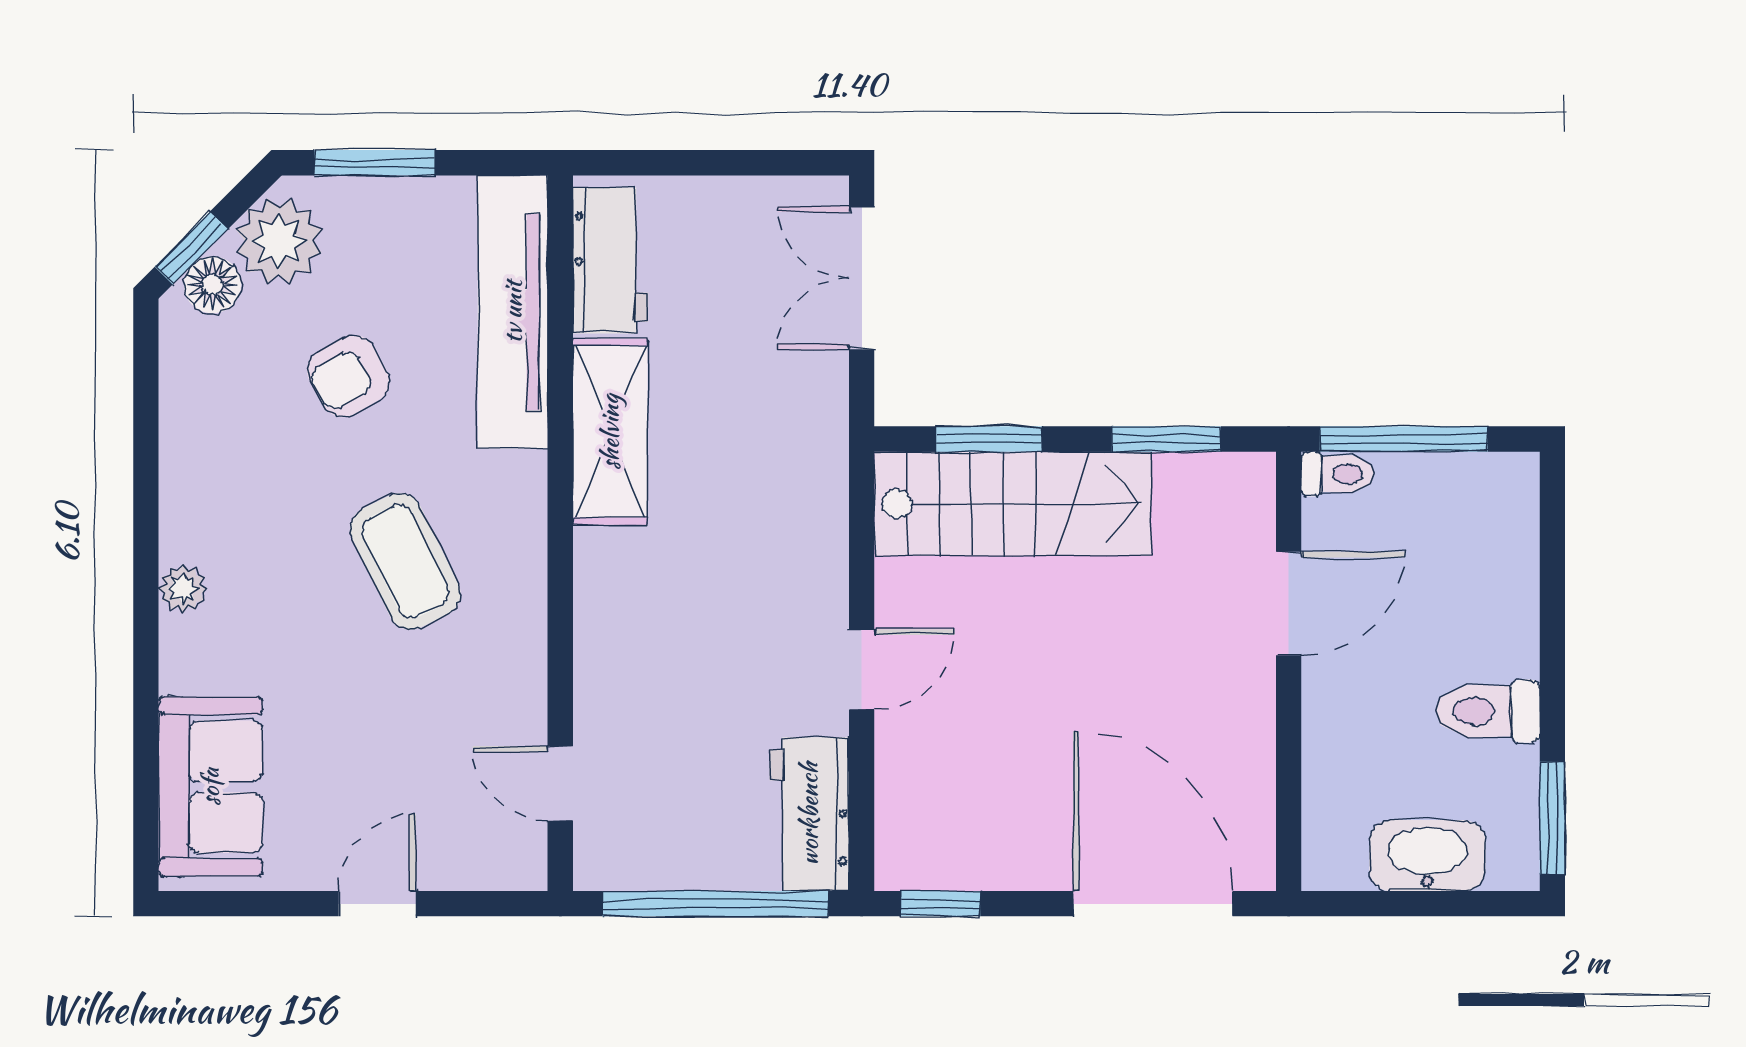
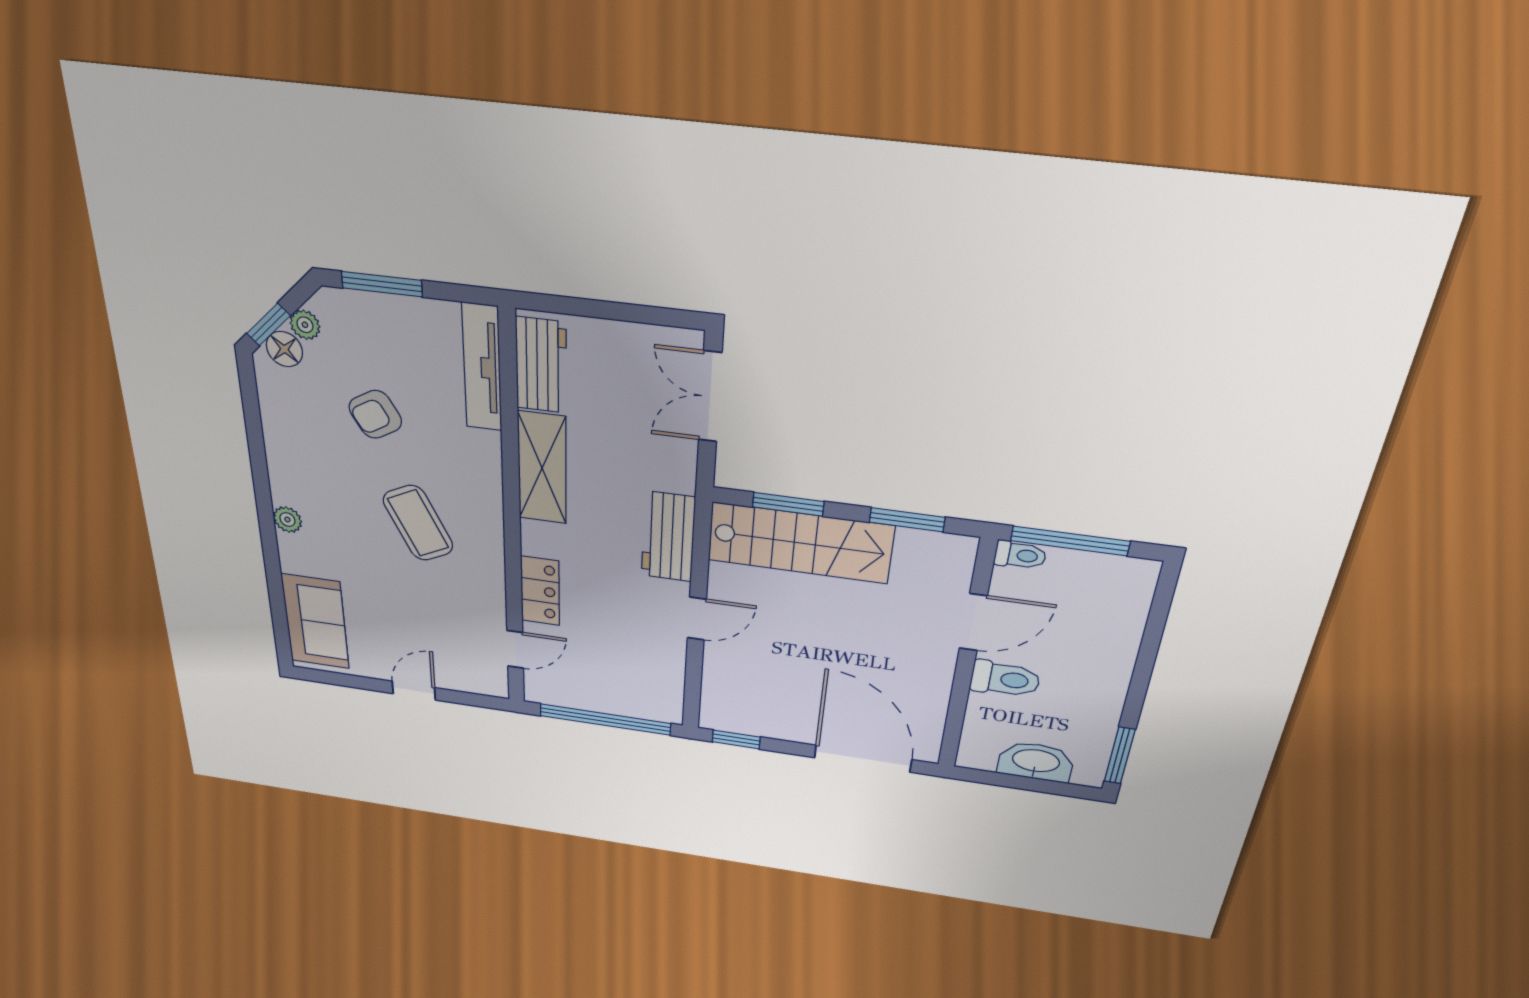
plant: (279, 241) -> (305, 325), width x0.53, depth x0.53
tv unit: (513, 312) -> (482, 368), width x0.73, depth x0.78
locker: (604, 659) -> (540, 591), added
toilet: (1488, 711) -> (1005, 679), moved, turned 180
door: (560, 783) -> (515, 649), swing flipped
workbench: (809, 814) -> (668, 537), moved

